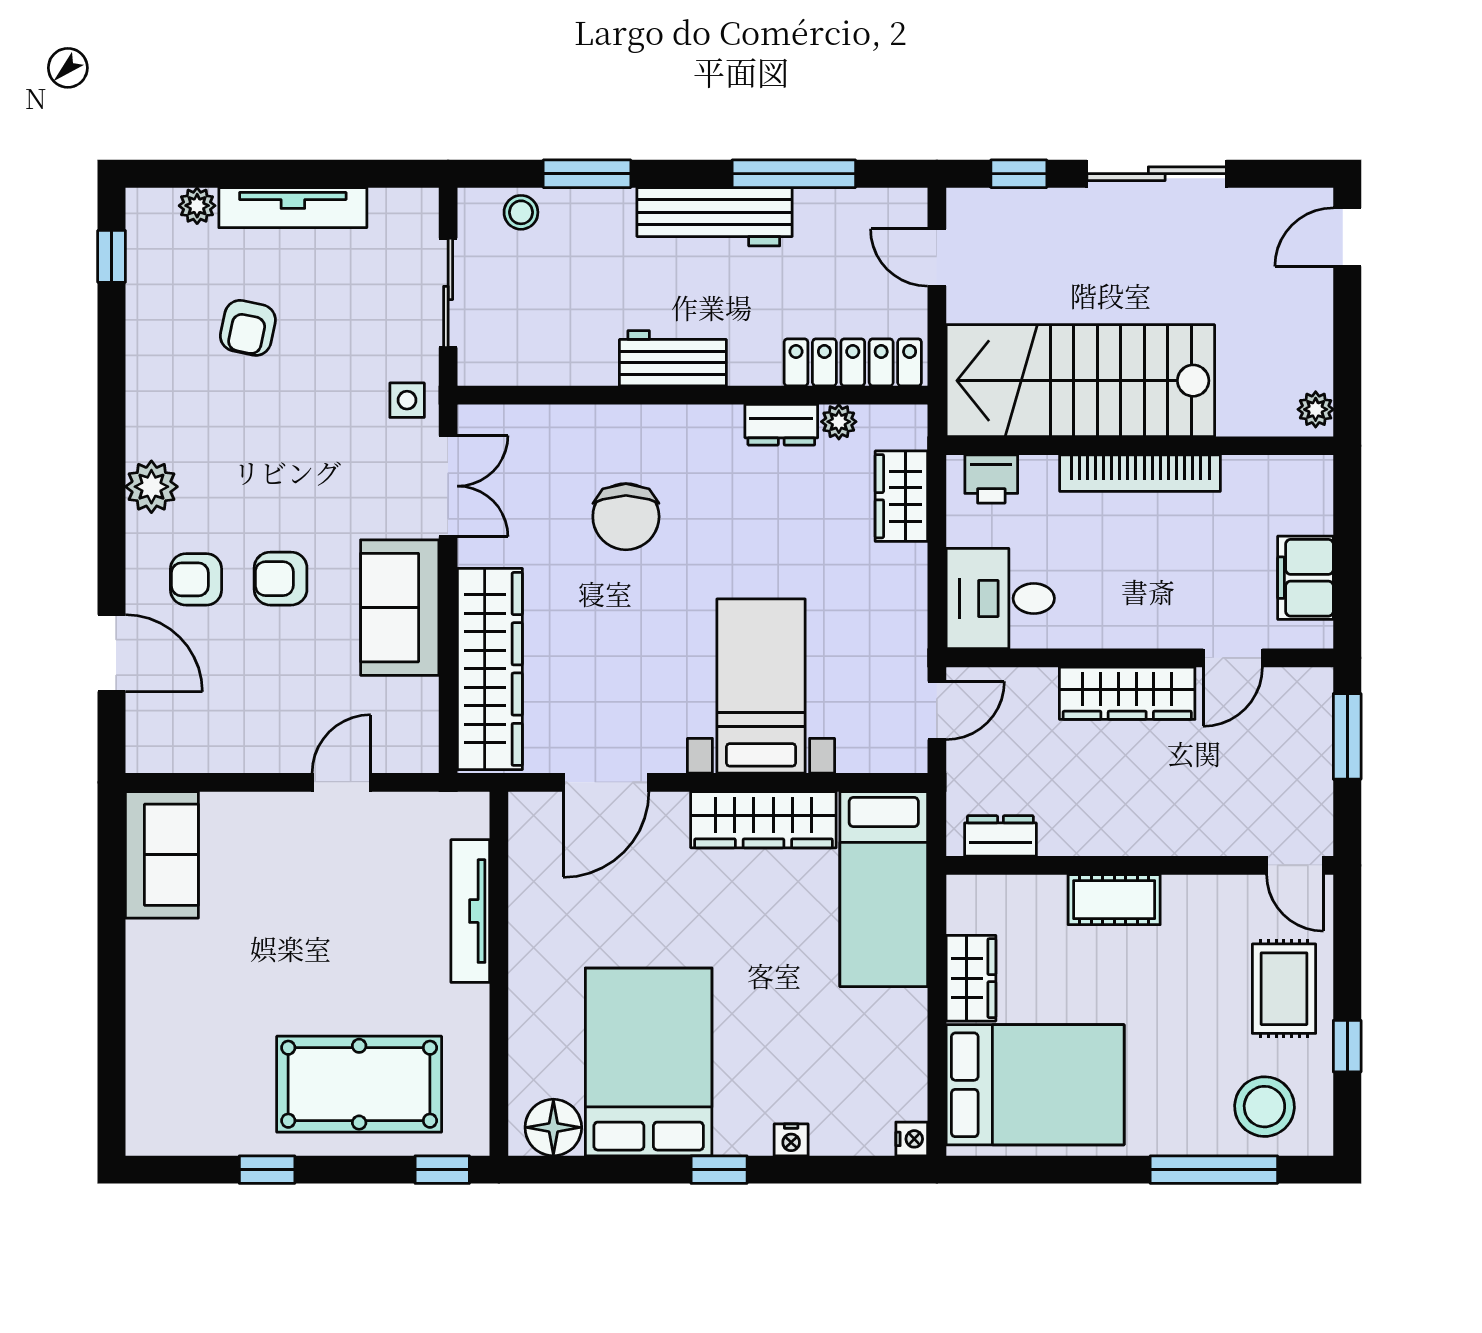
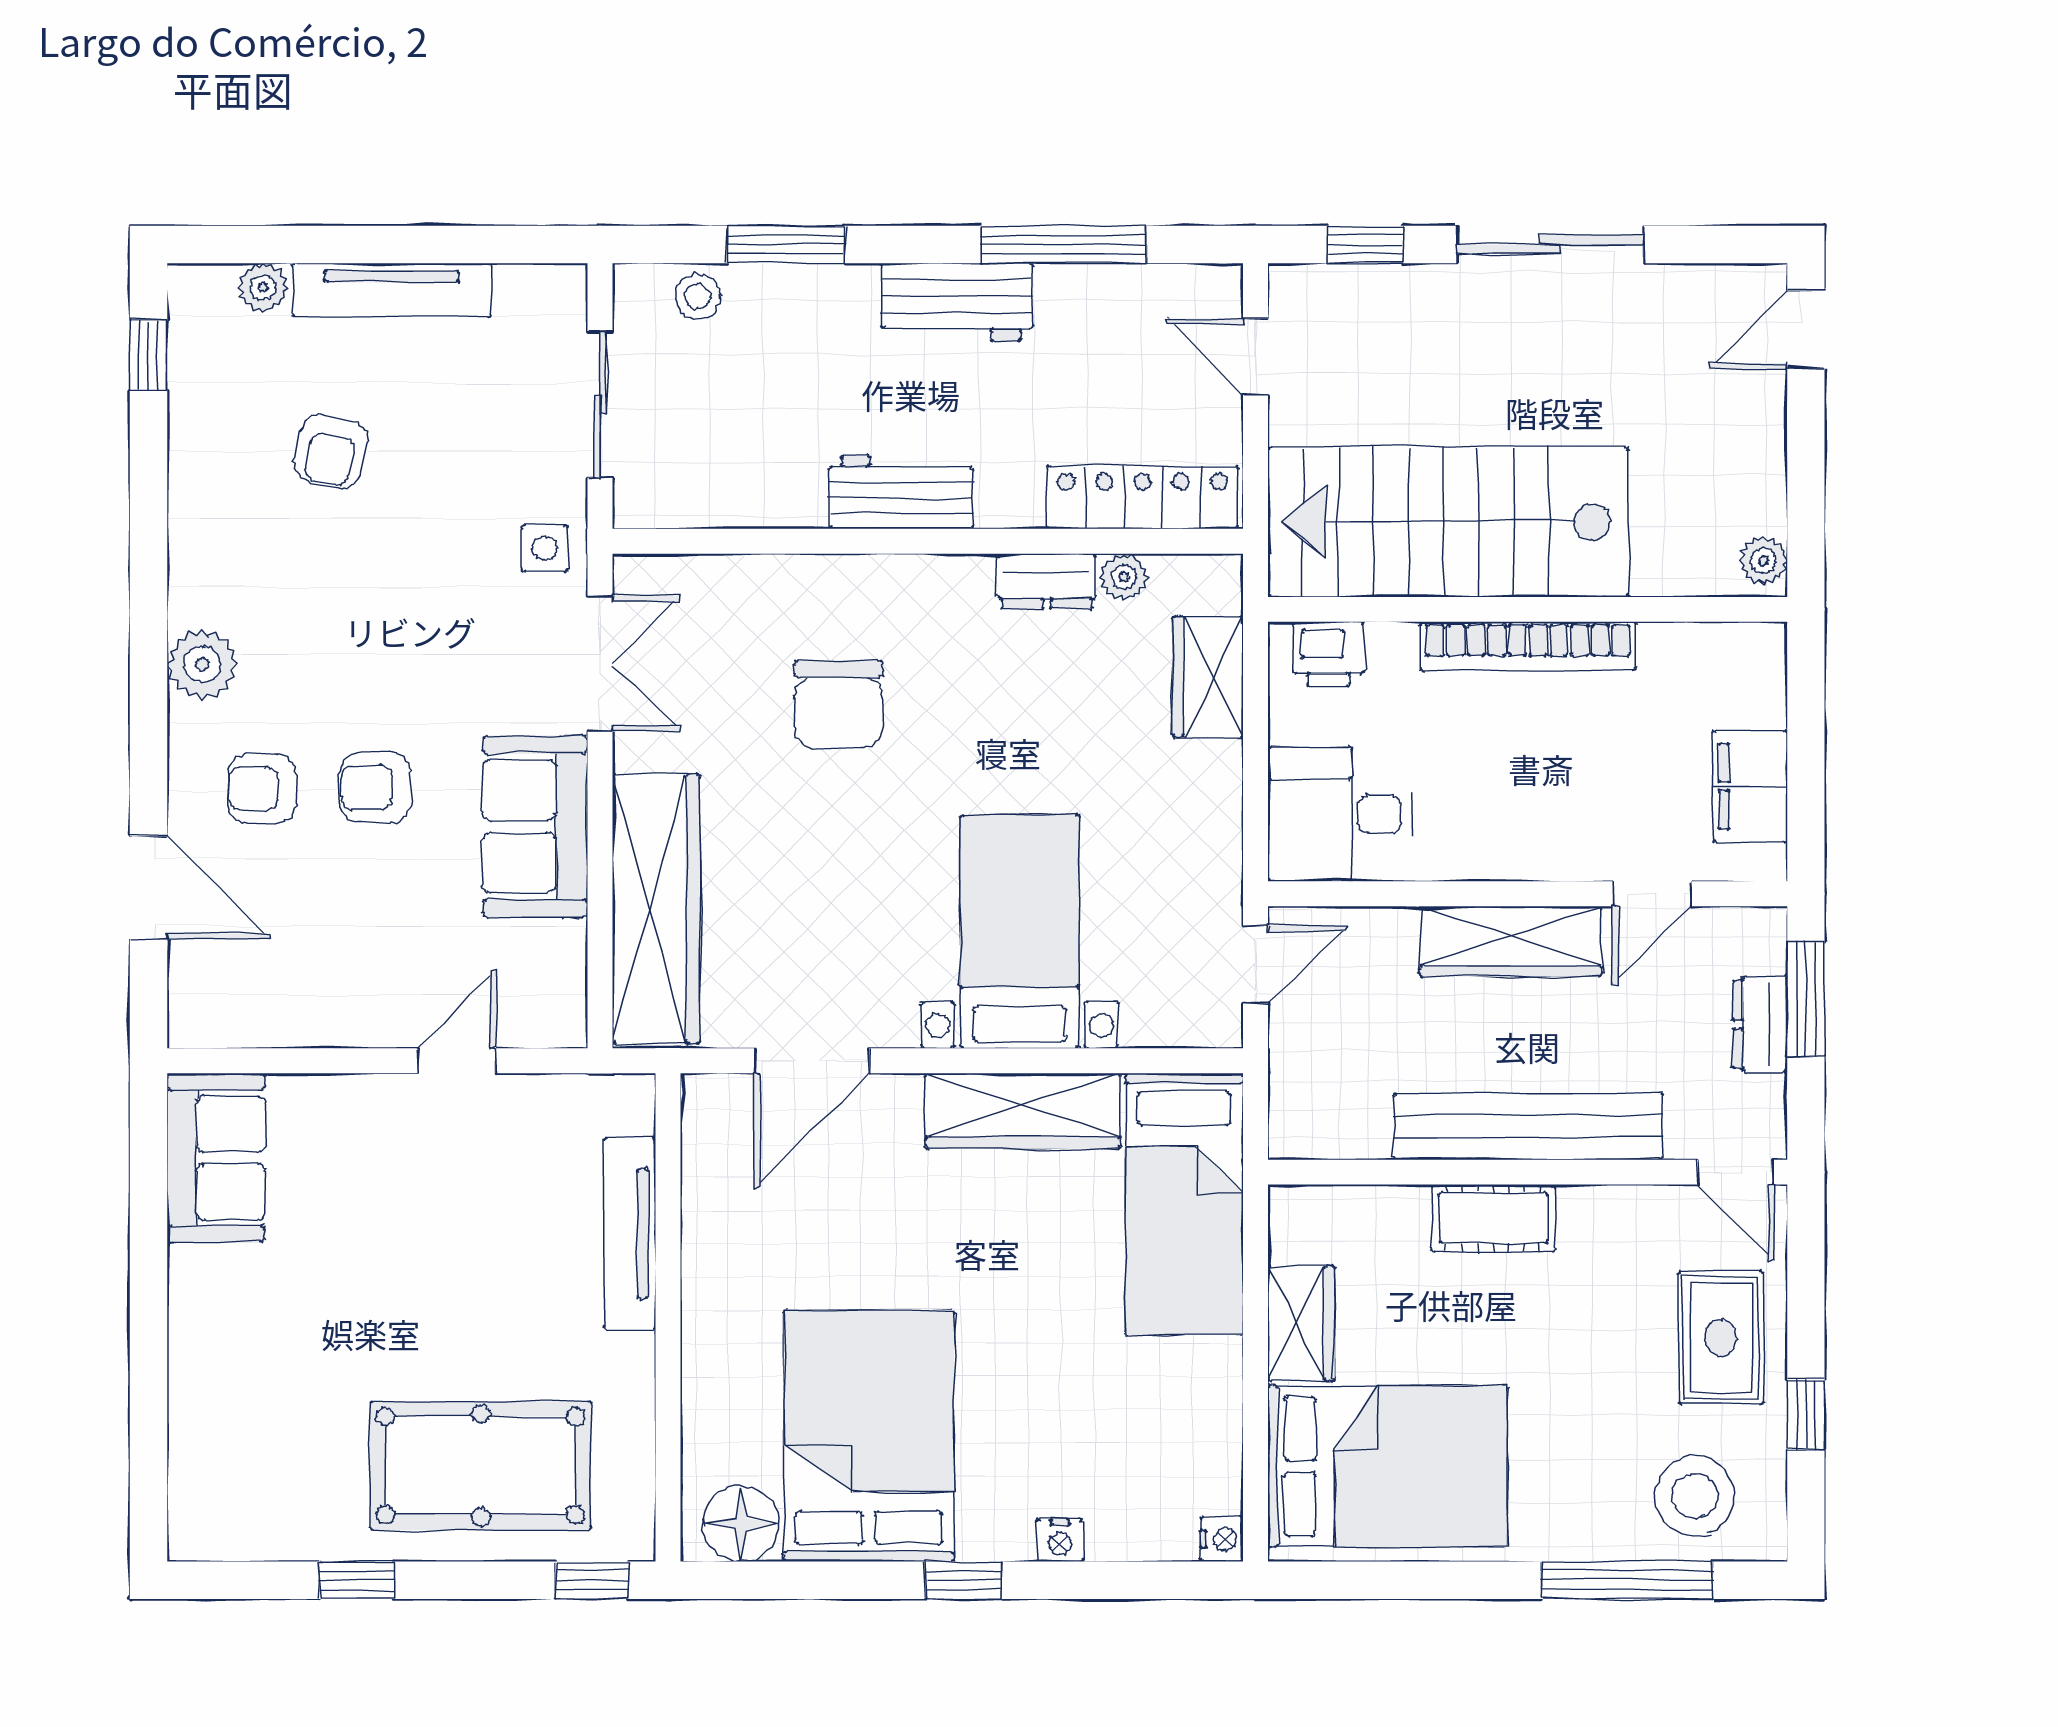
workbench: (715, 217) -> (957, 302), width x0.73
bench: (1140, 831) -> (1528, 1126), added
dresser: (1000, 836) -> (1760, 1024), moved, turned -90

